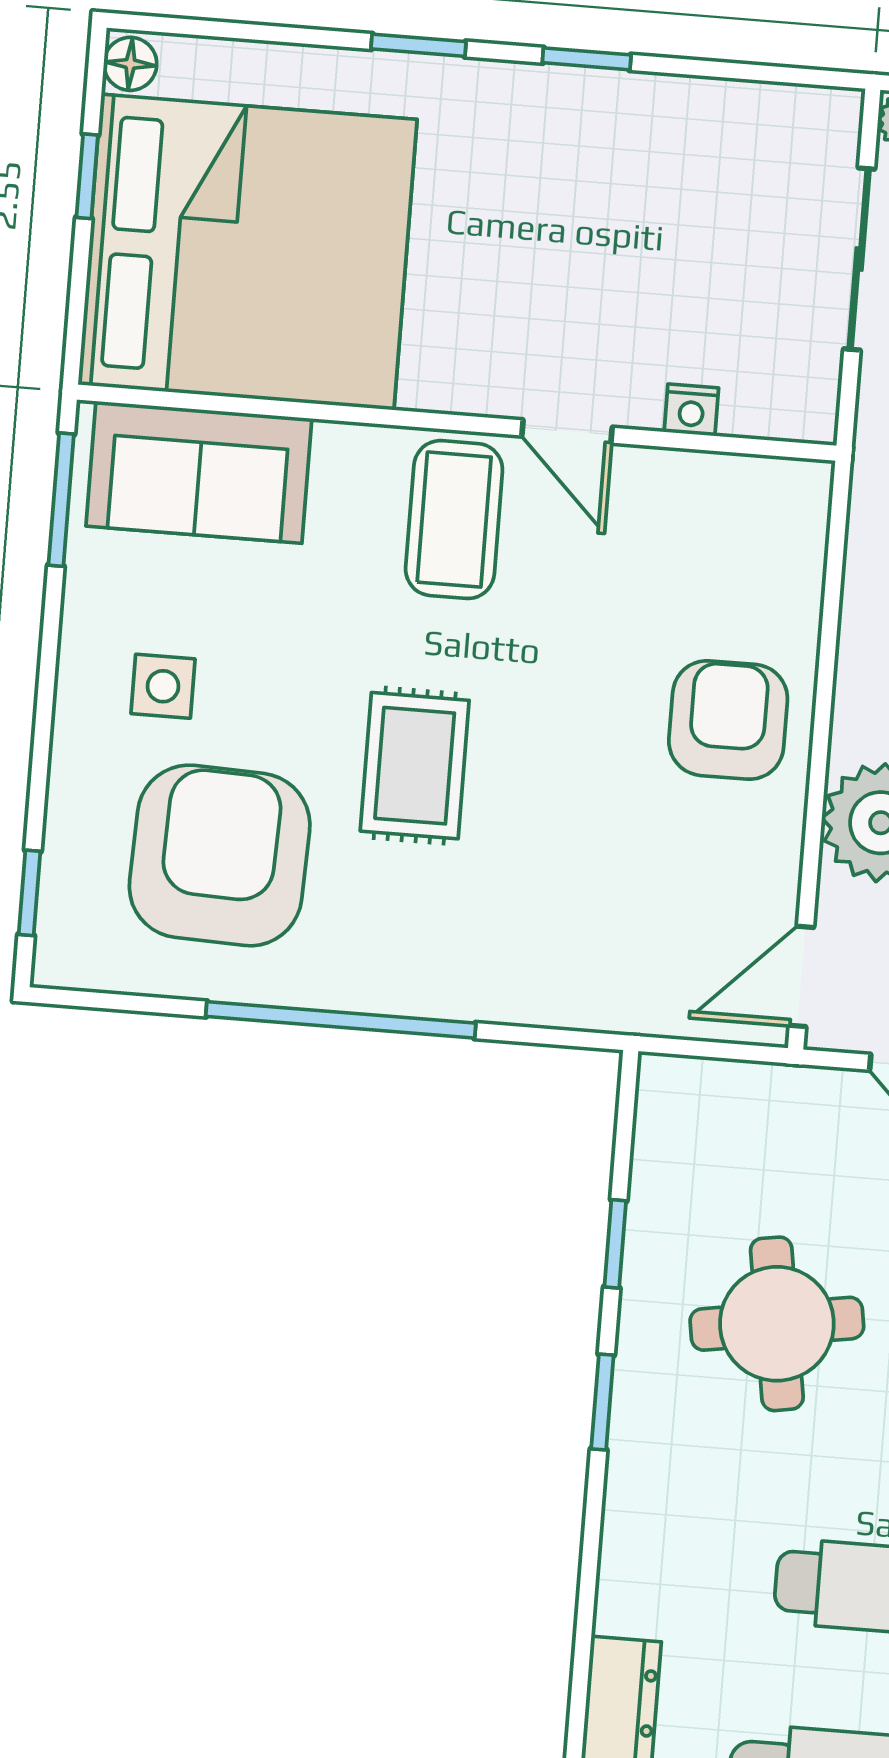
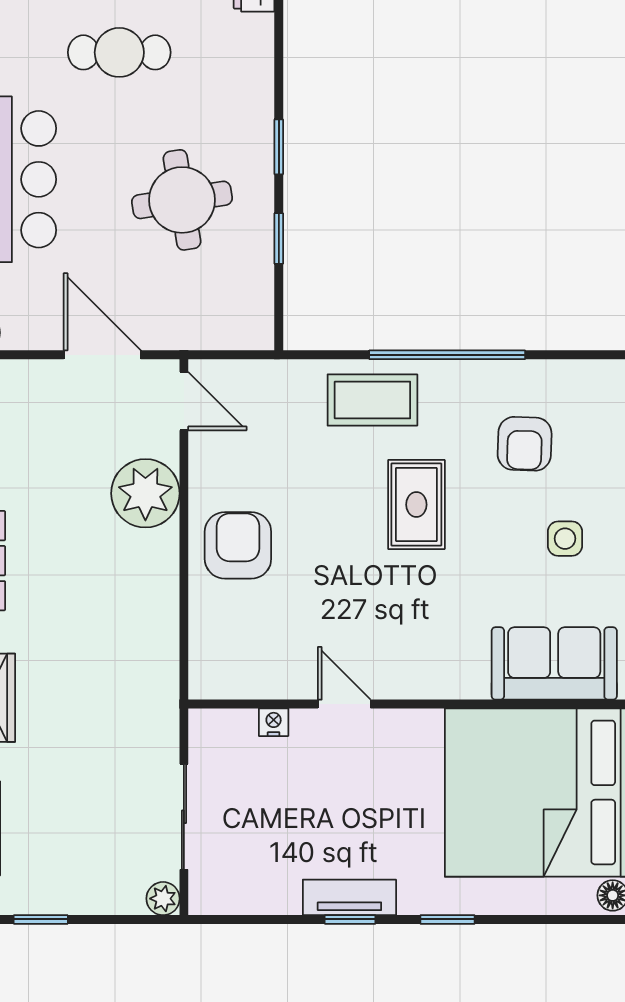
tv unit: (585, 97) -> (349, 897), added
coffee table: (454, 520) -> (372, 400), moved, turned 90
armchair: (728, 720) -> (238, 545), turned 180
armchair: (220, 855) -> (525, 444), width x0.53, depth x0.53
door: (801, 976) -> (184, 401), hinge flipped

